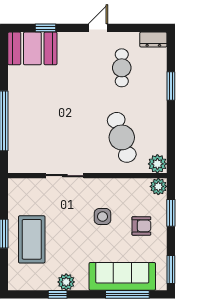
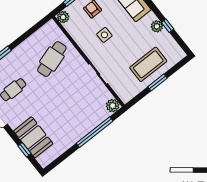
booth: (32, 48) -> (33, 137), moved
plant: (157, 164) -> (113, 106), moved

